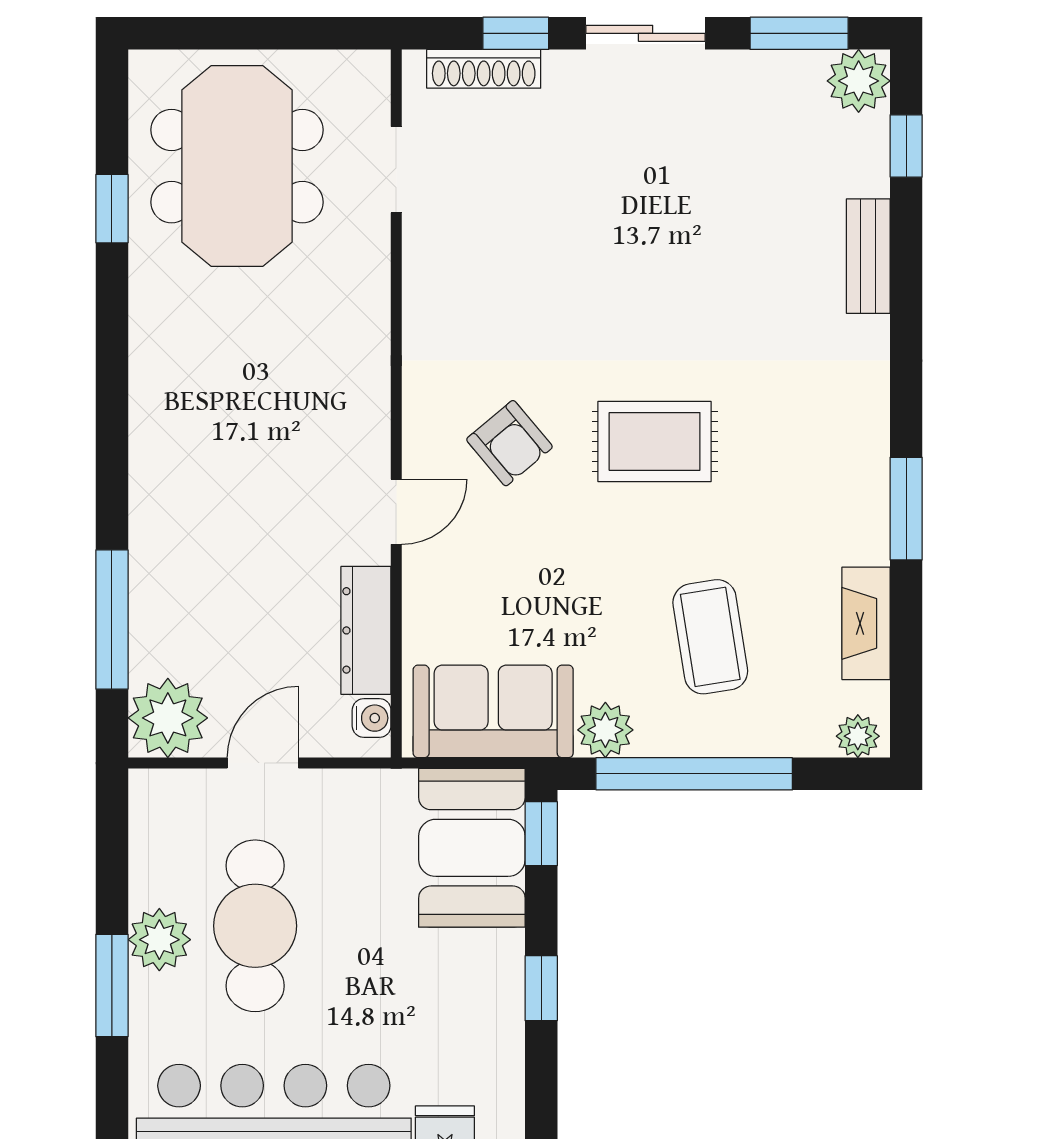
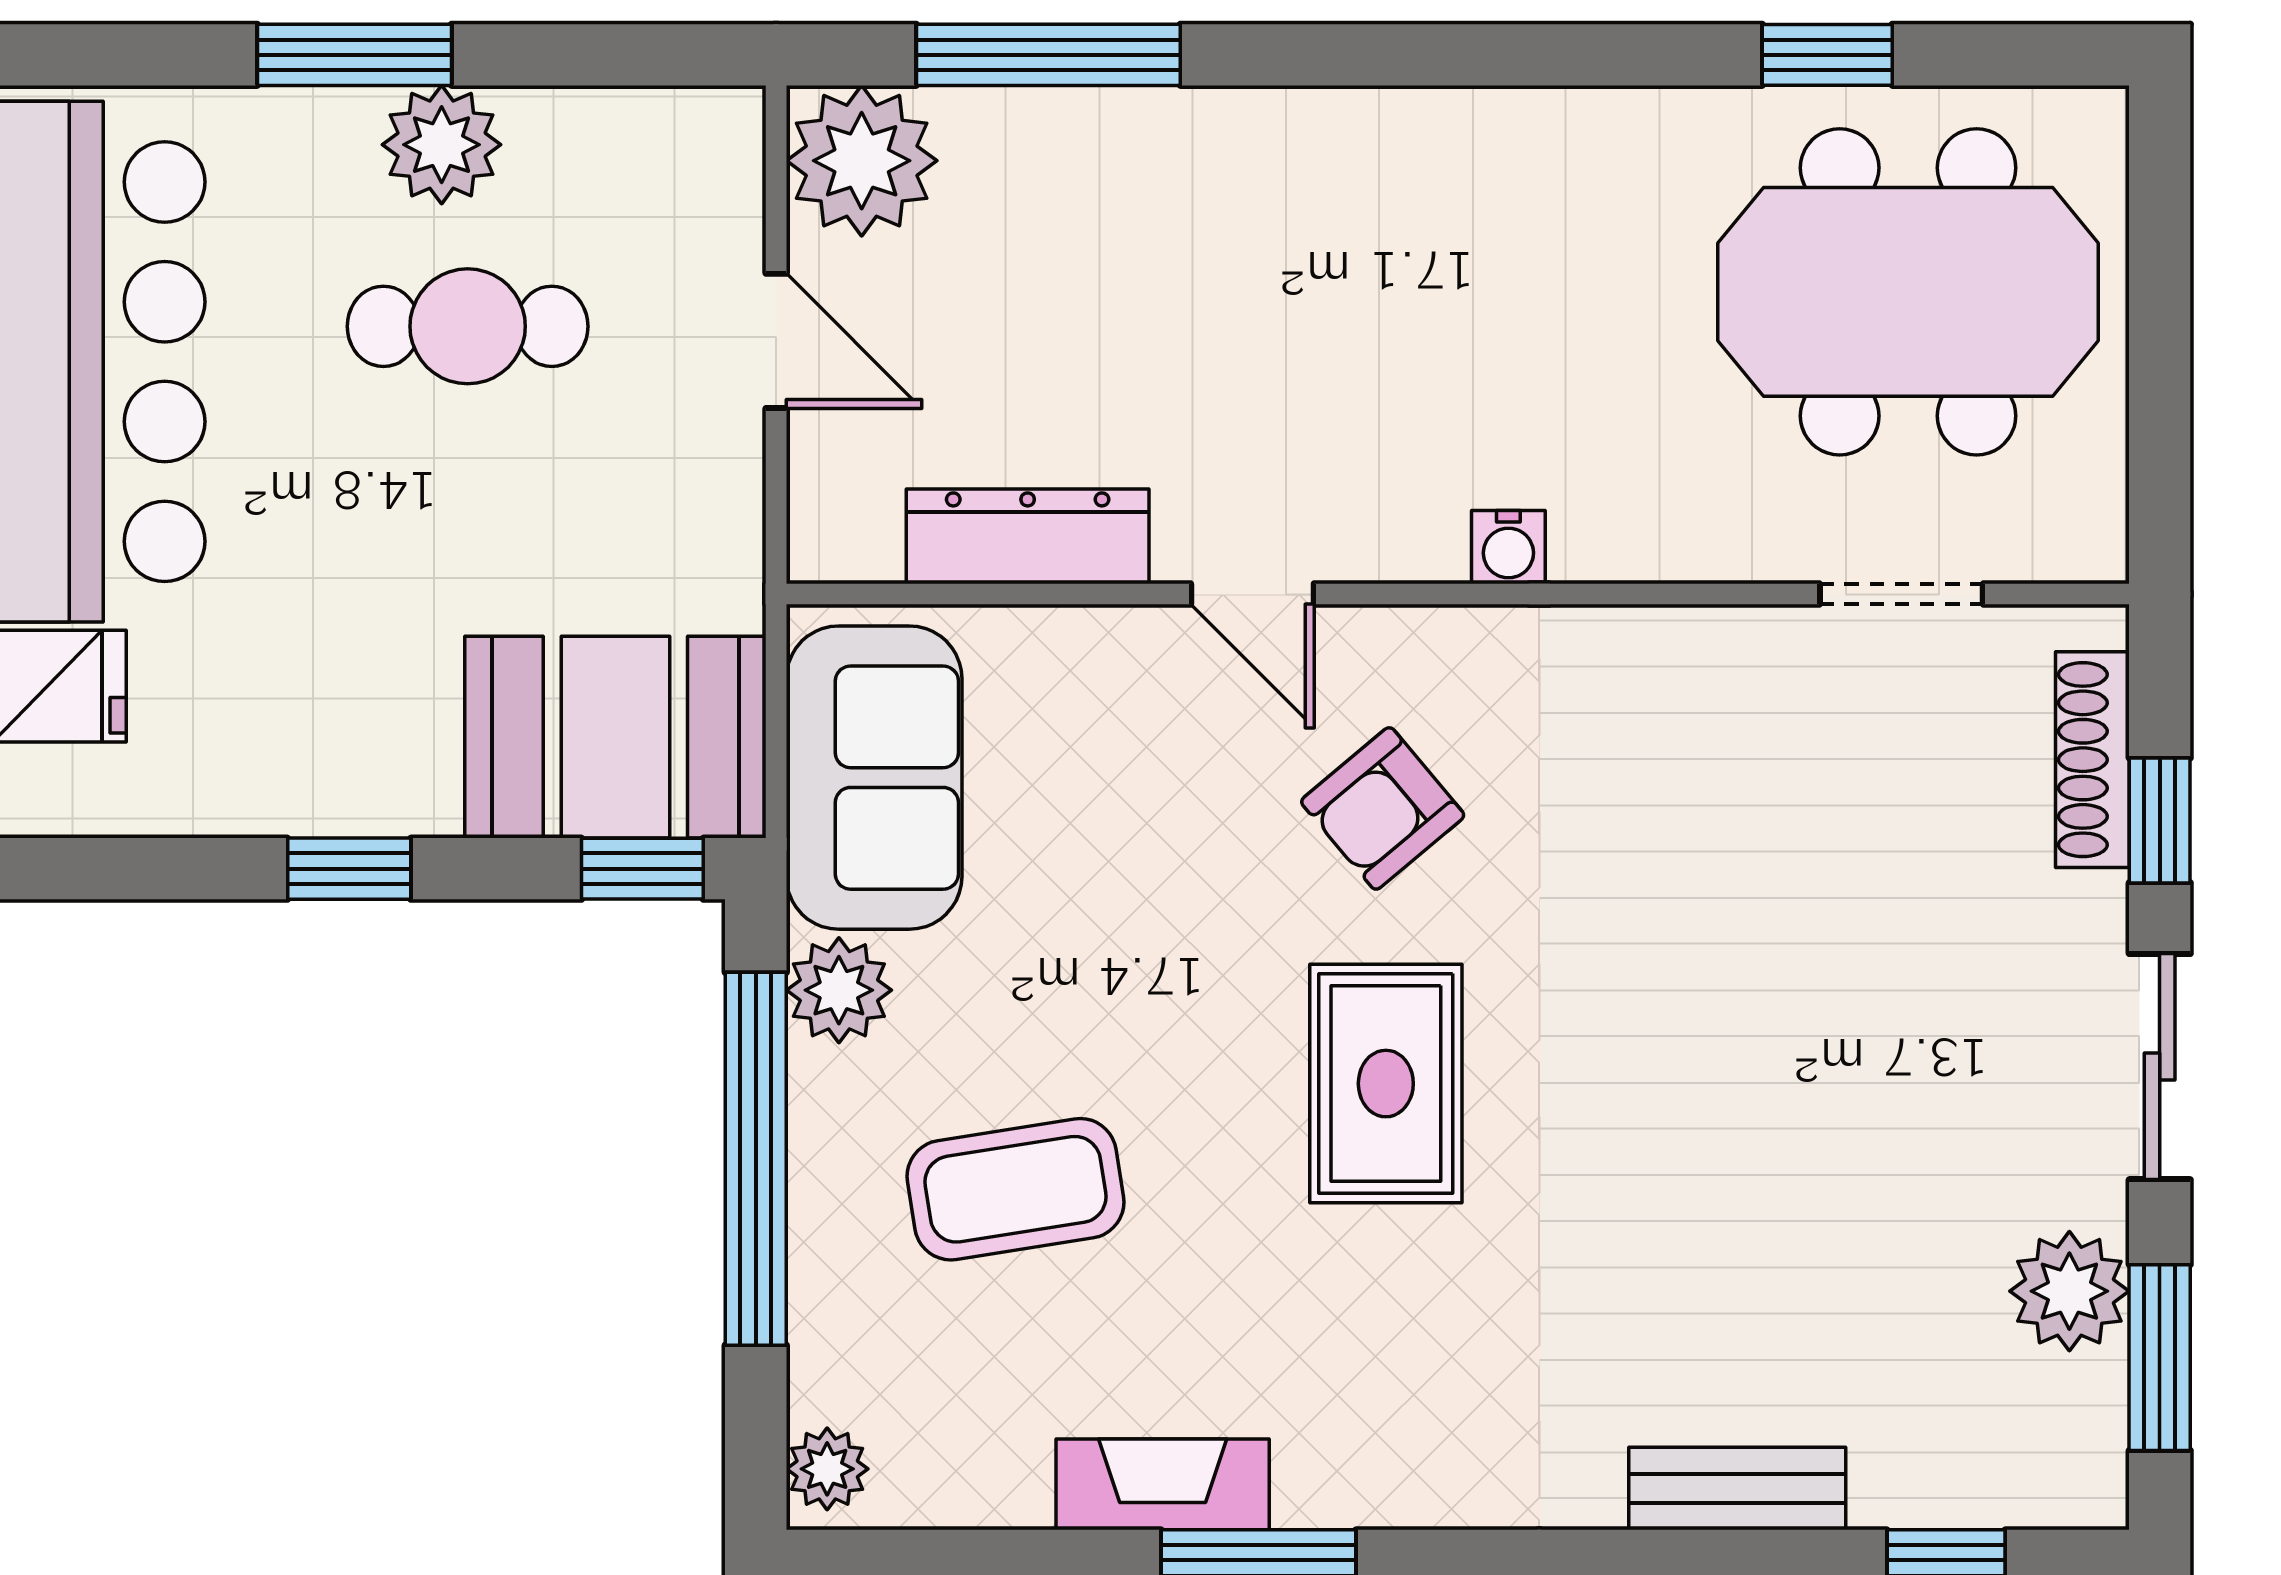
plant: (859, 81) -> (2069, 1291), moved
fireplace: (866, 623) -> (1163, 1484), moved
water cooler: (372, 718) -> (1508, 547), moved
cafe table: (255, 926) -> (468, 326), width x0.73, depth x0.74

